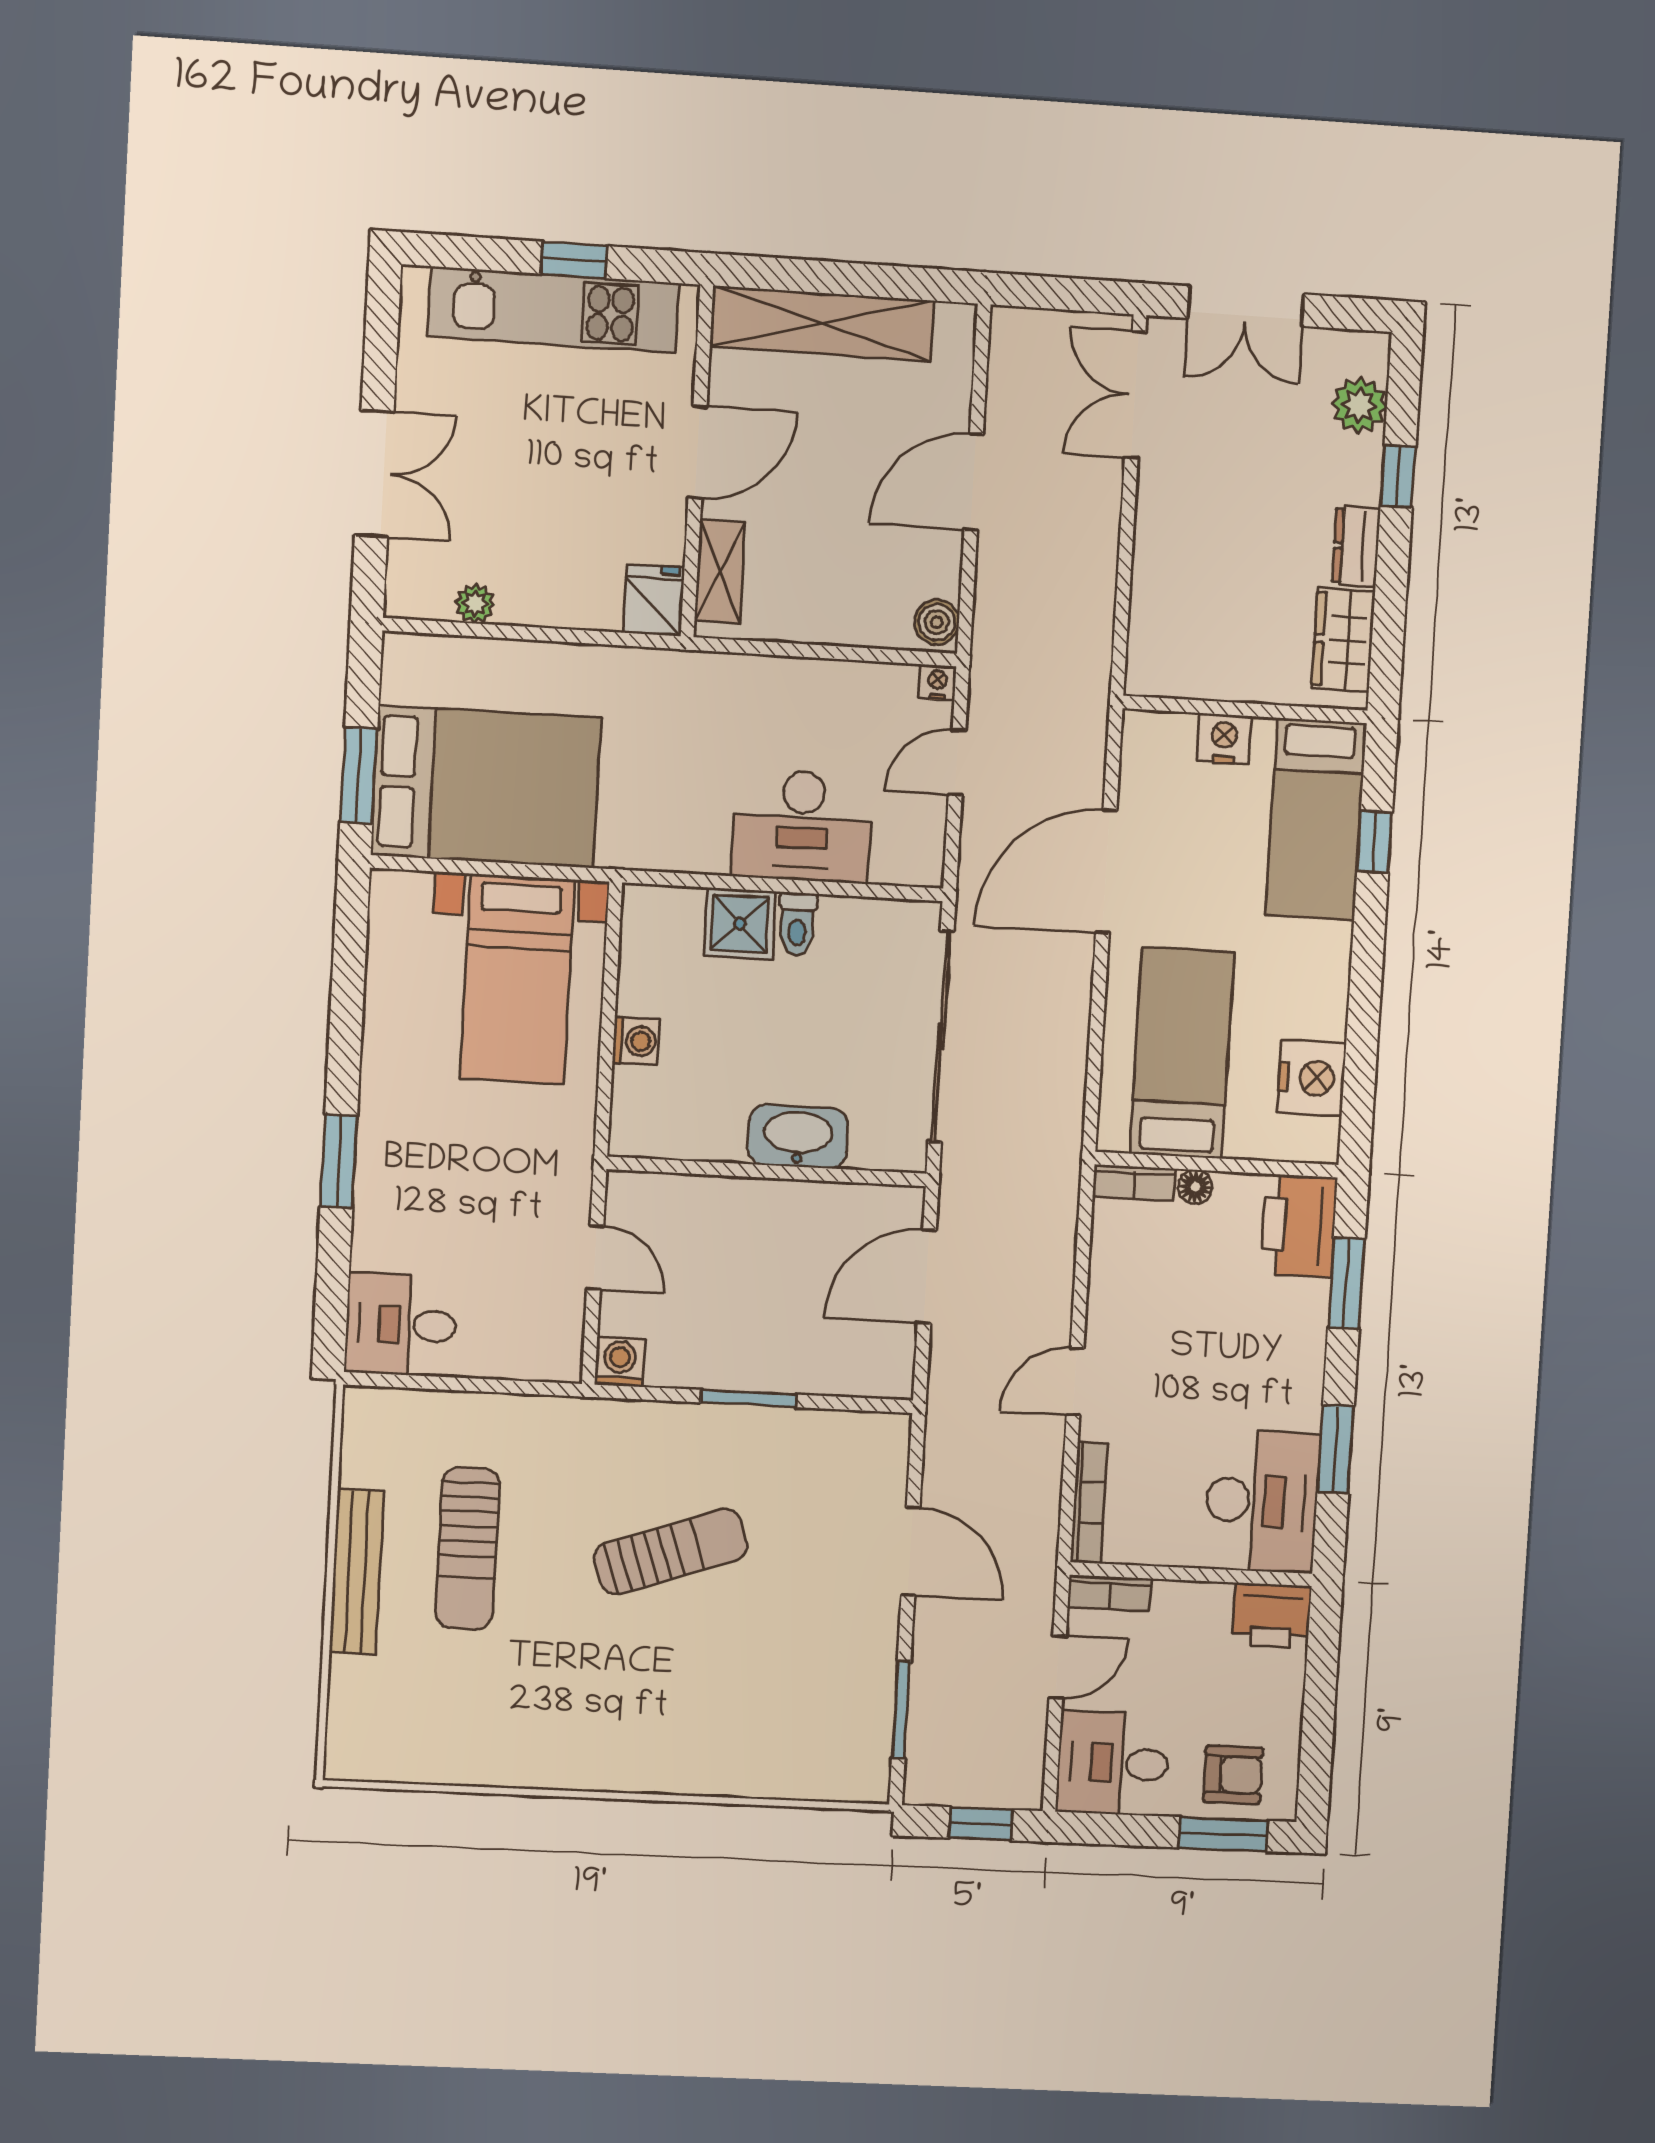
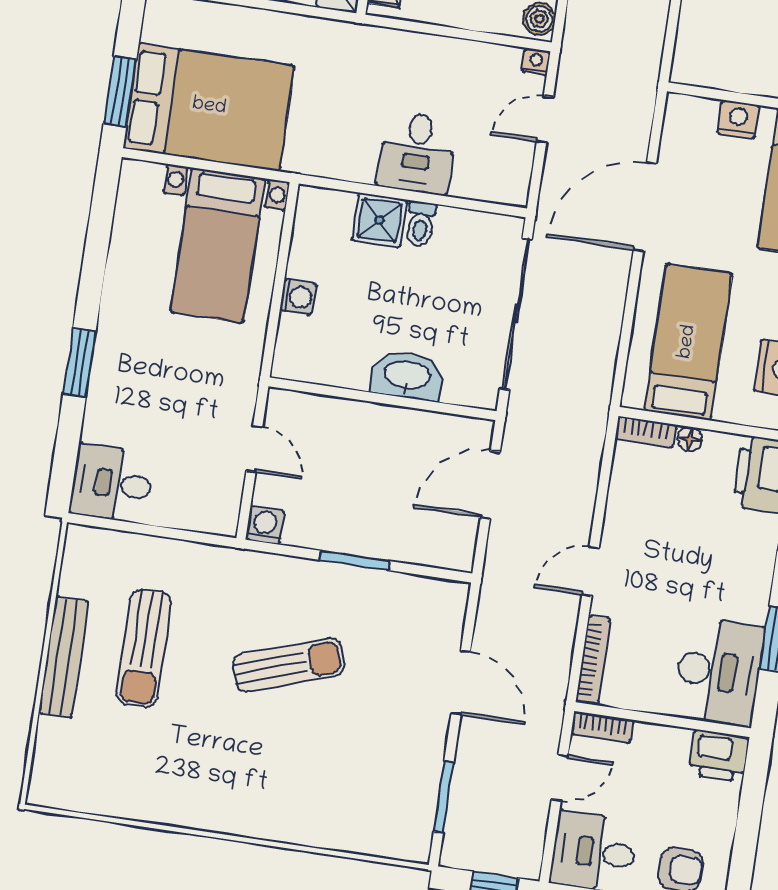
desk: (802, 826) -> (417, 153), width x0.73

